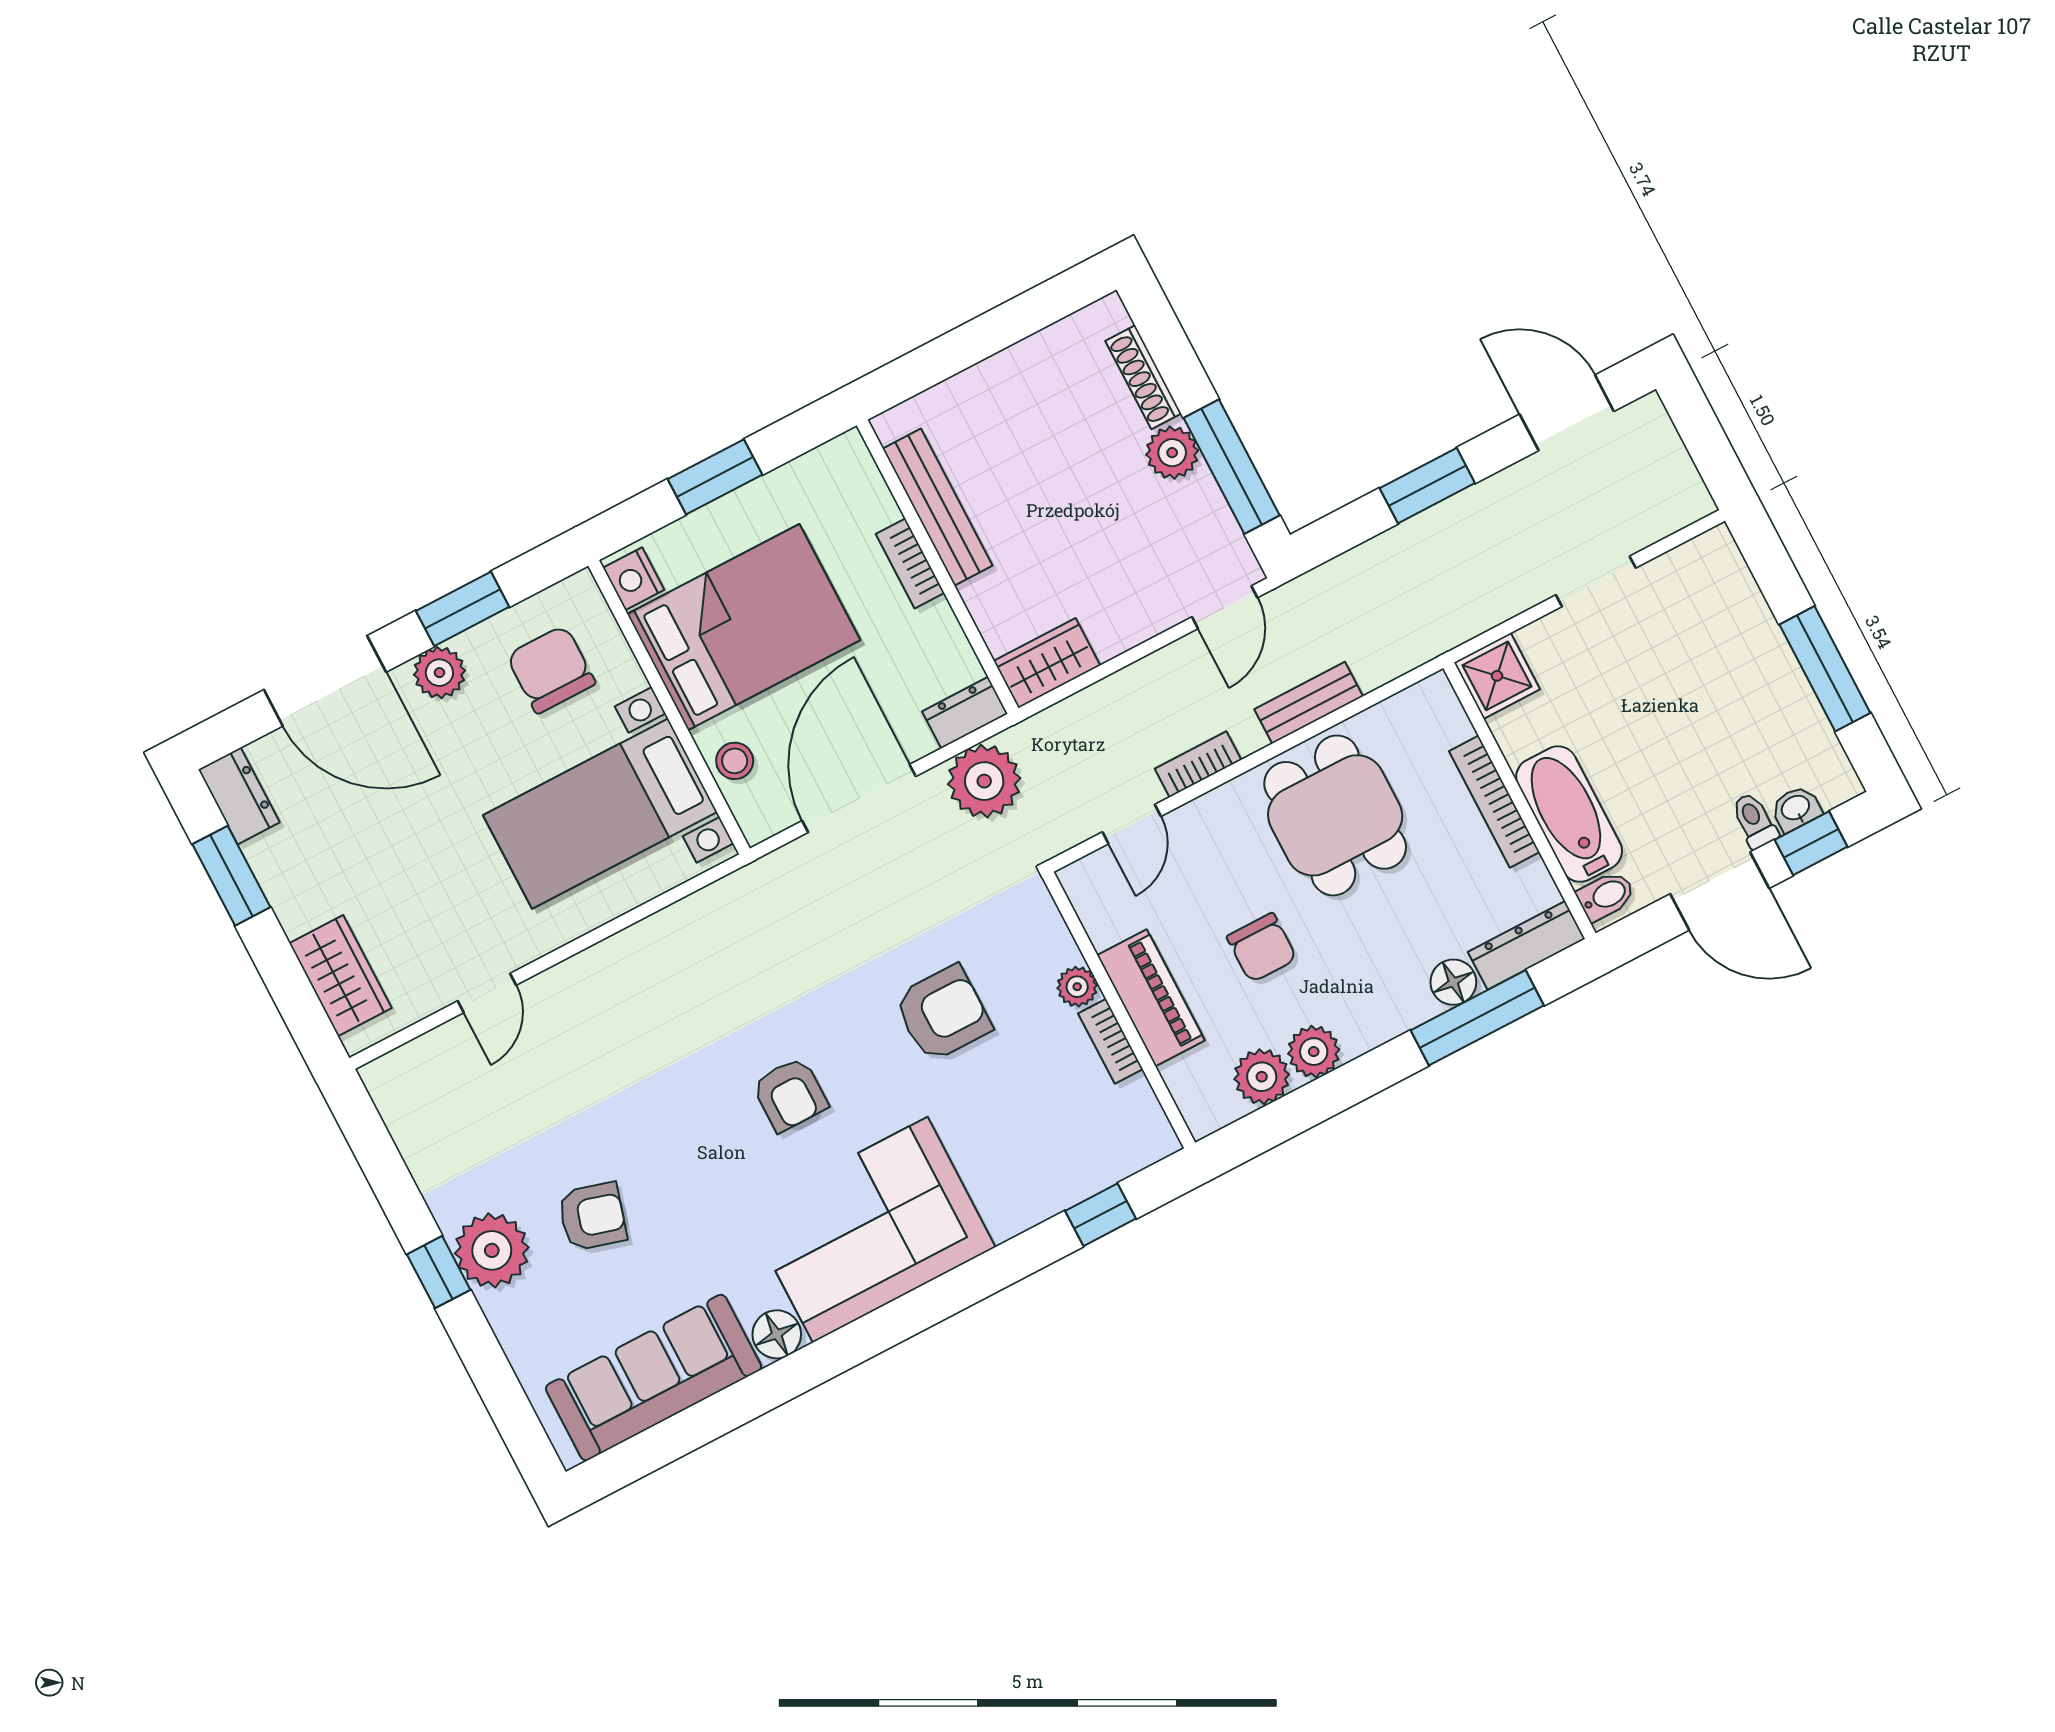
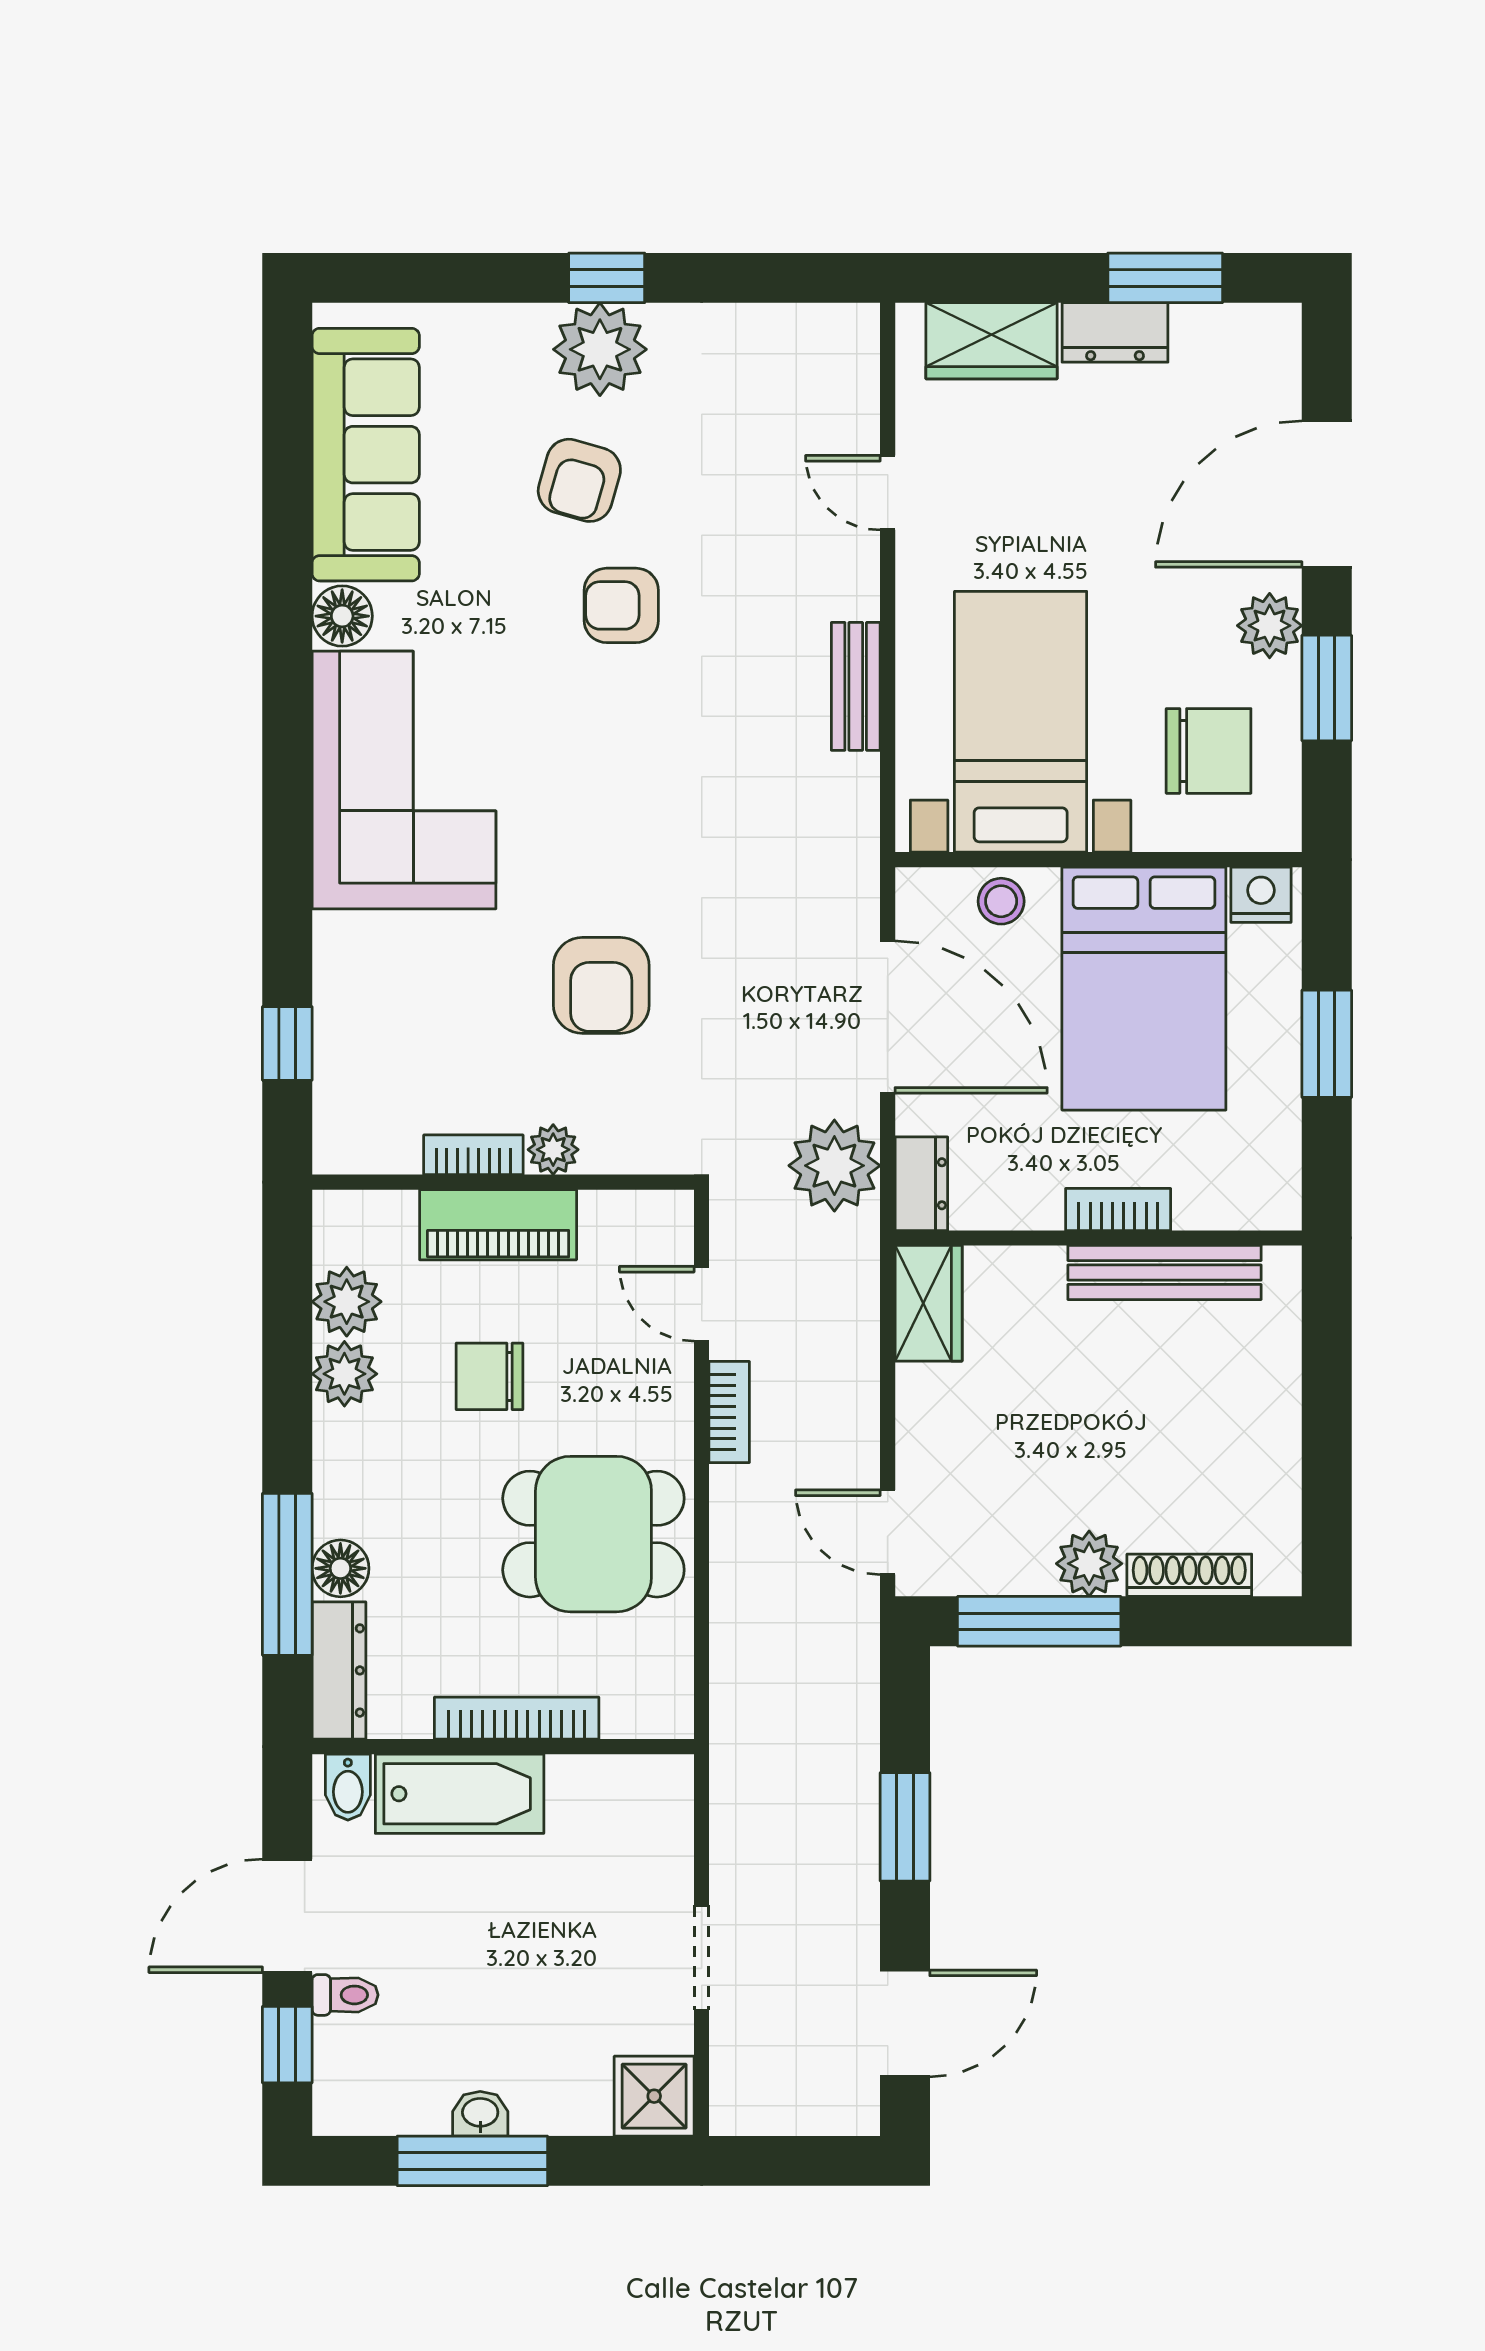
shower: (1497, 676) -> (654, 2096), moved
bench: (1309, 703) -> (856, 686), moved
dresser: (239, 796) -> (1115, 332), moved
washbasin: (1796, 809) -> (480, 2114), moved, turned -90
armchair: (790, 1094) -> (621, 605), moved

